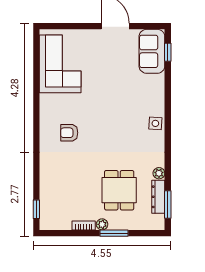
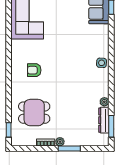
dining table: (119, 190) -> (34, 113), moved, turned 90

